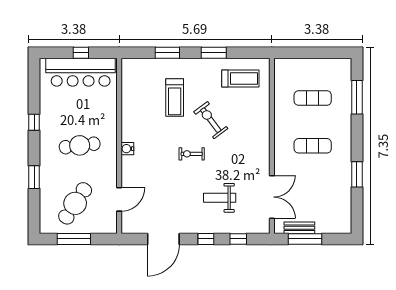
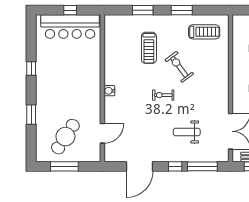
cafe table: (80, 145) -> (69, 88), removed
window: (238, 239) -> (202, 166), width x2.17

